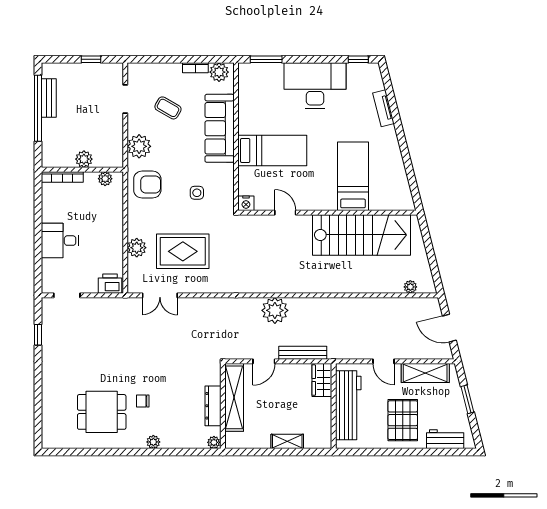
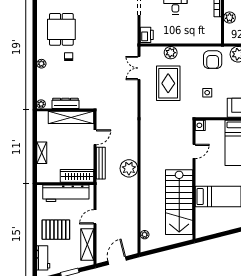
plant: (105, 179) -> (217, 32), removed
plant: (275, 310) -> (129, 168), moved
door: (264, 361) -> (95, 137), swing flipped
wardrobe: (322, 380) -> (77, 176), width x1.50

